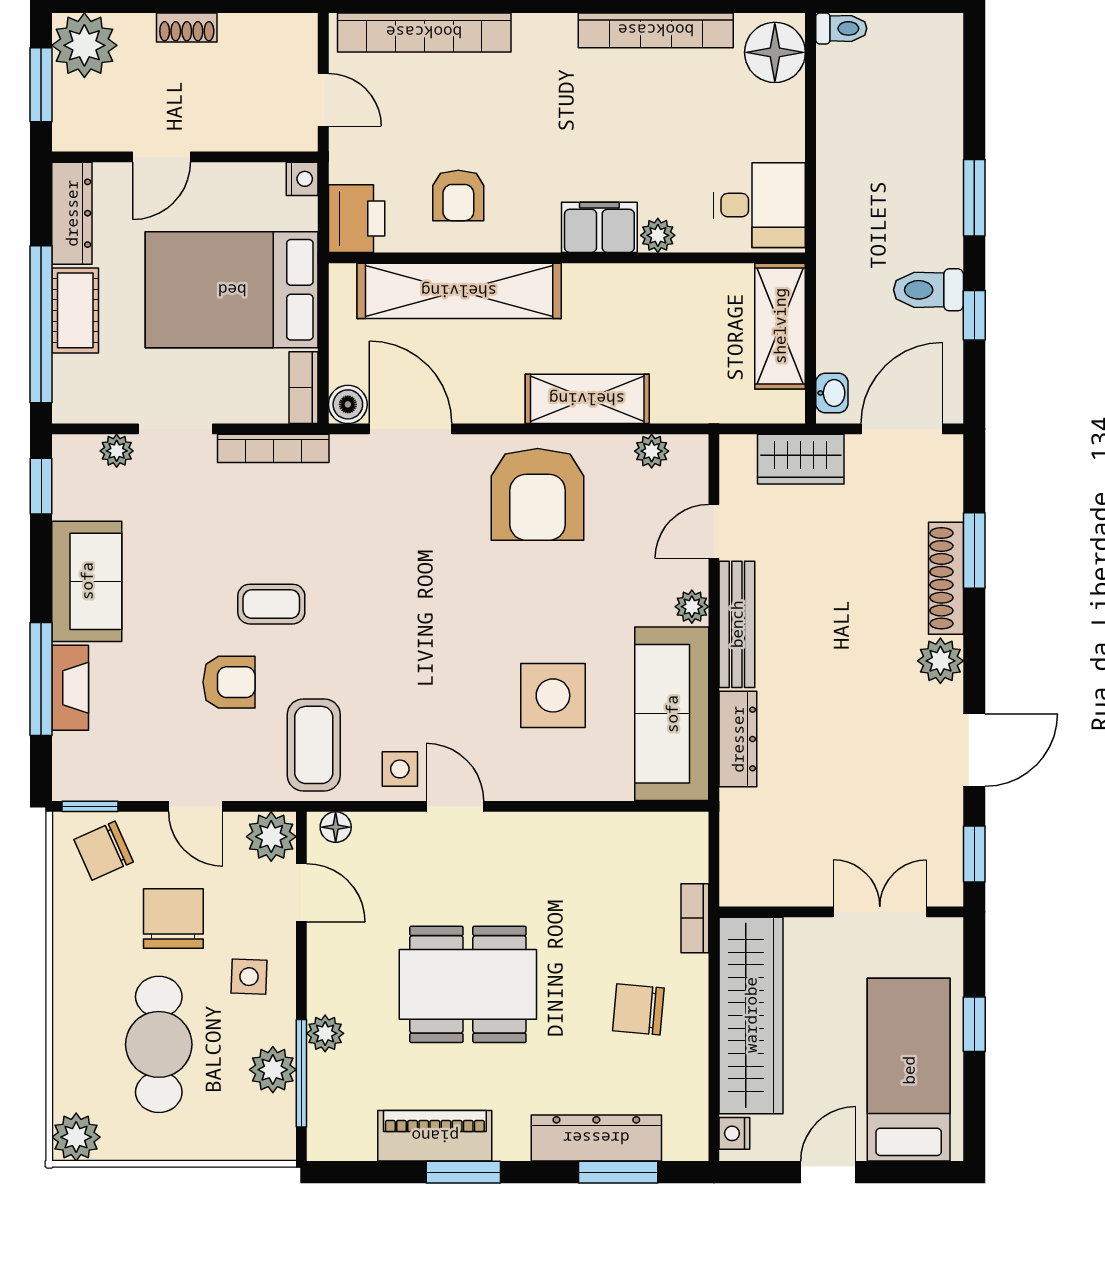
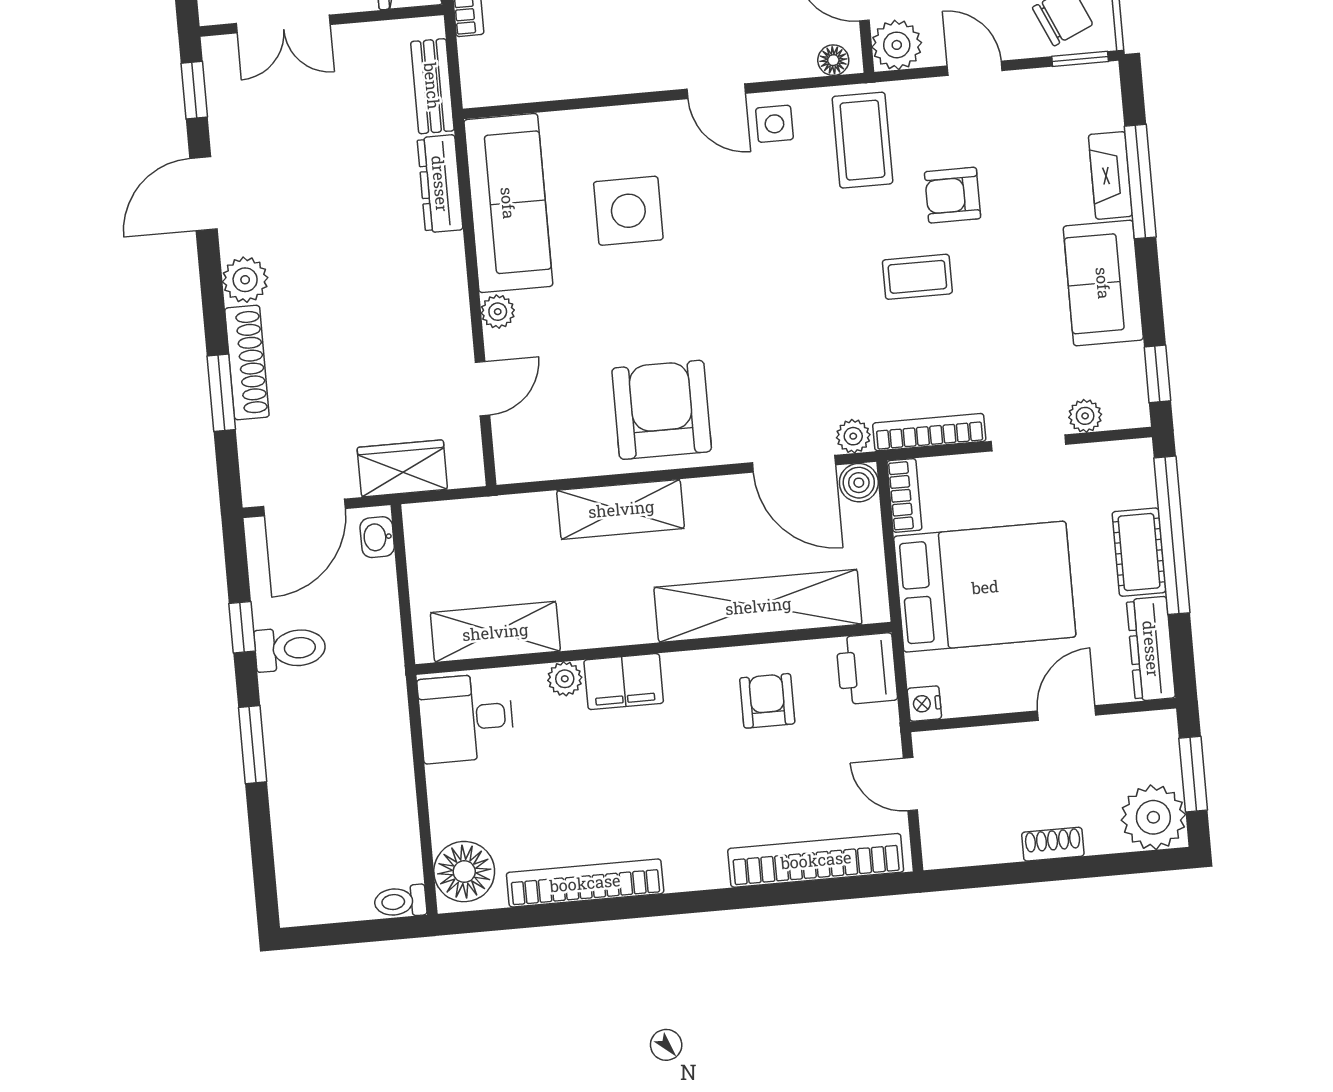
shelving: (780, 326) -> (495, 632), moved, turned 90
plant: (652, 451) -> (853, 436), moved
bench: (737, 624) -> (432, 86), moved, width x0.73

